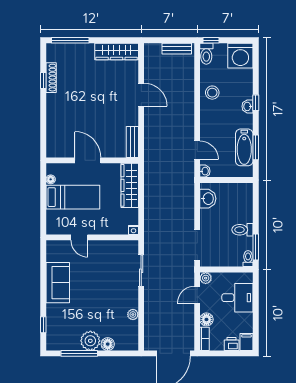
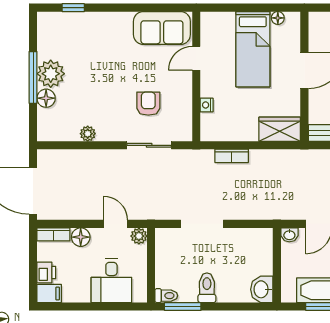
wardrobe: (130, 185) -> (280, 129), width x0.67
washbasin: (208, 199) -> (262, 289), moved, turned 90
bookcase: (149, 212) -> (232, 156), added
nightstand: (134, 230) -> (207, 105), moved
doorway: (197, 245) -> (202, 224), moved
armchair: (112, 271) -> (148, 104), added
sofa: (58, 283) -> (162, 28), moved
window: (79, 353) -> (33, 77), moved

